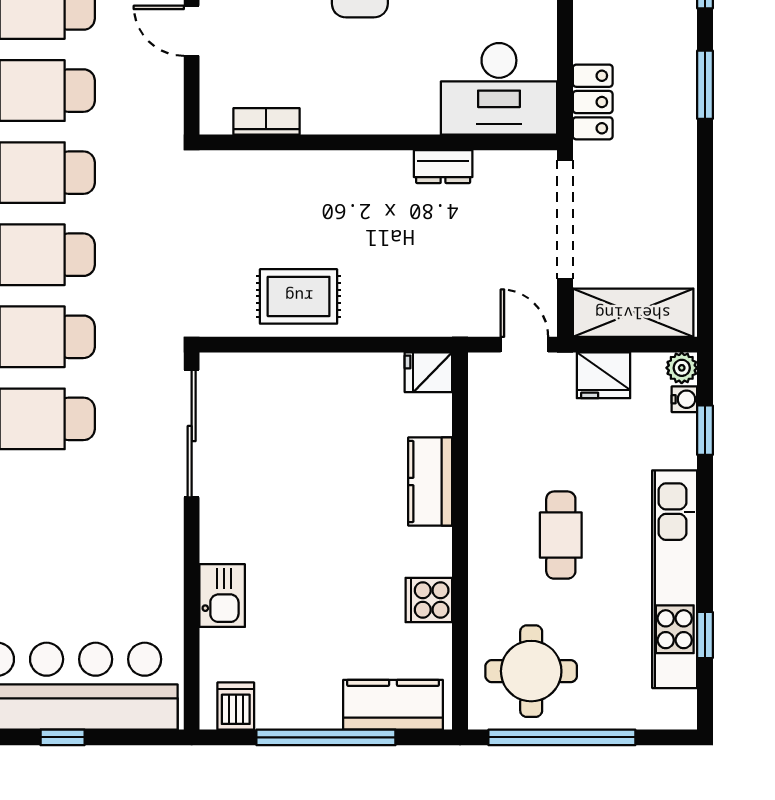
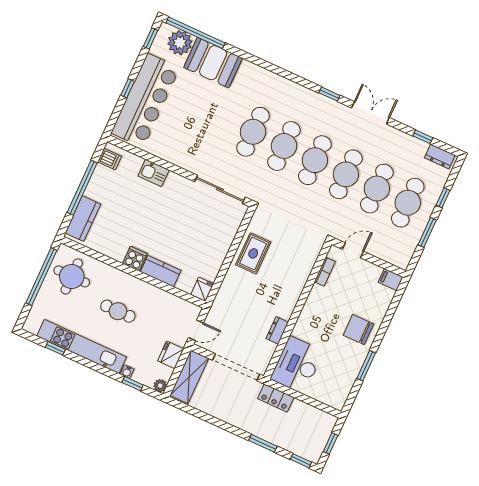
door: (192, 31) -> (353, 250), moved
water cooler: (684, 399) -> (127, 372), moved
cooker: (429, 600) -> (135, 259), moved

